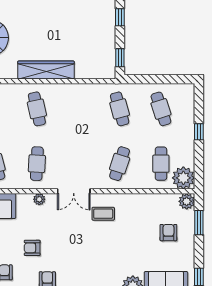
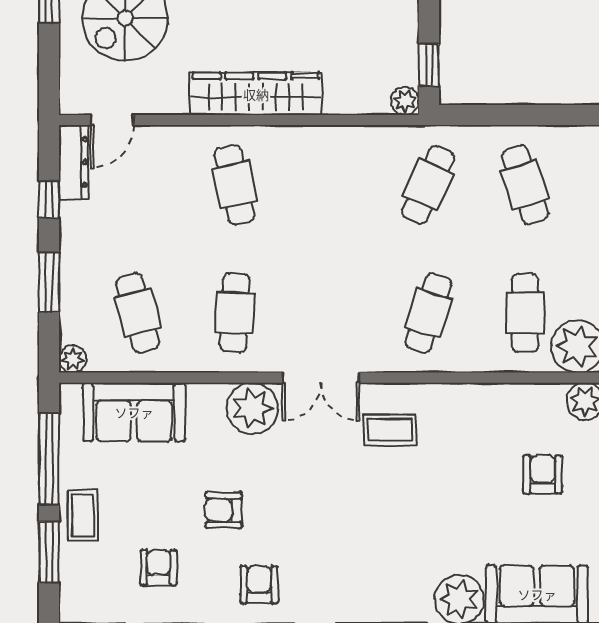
plant: (110, 73) -> (405, 101), added
cafe table: (120, 109) -> (428, 185), turned 39
plant: (39, 199) -> (252, 408), width x1.87, depth x1.87

